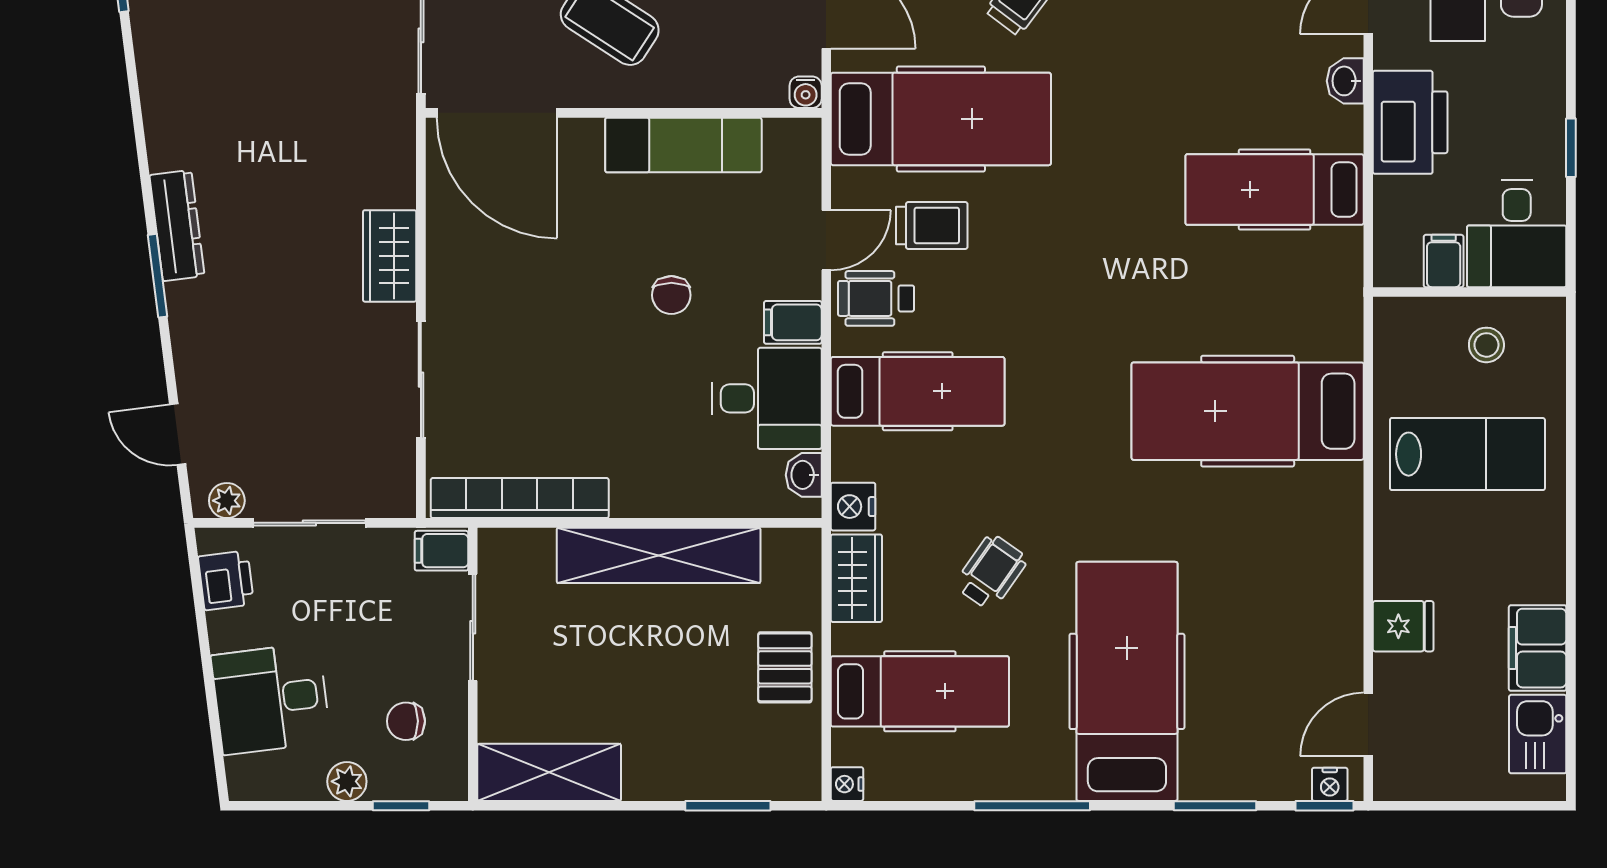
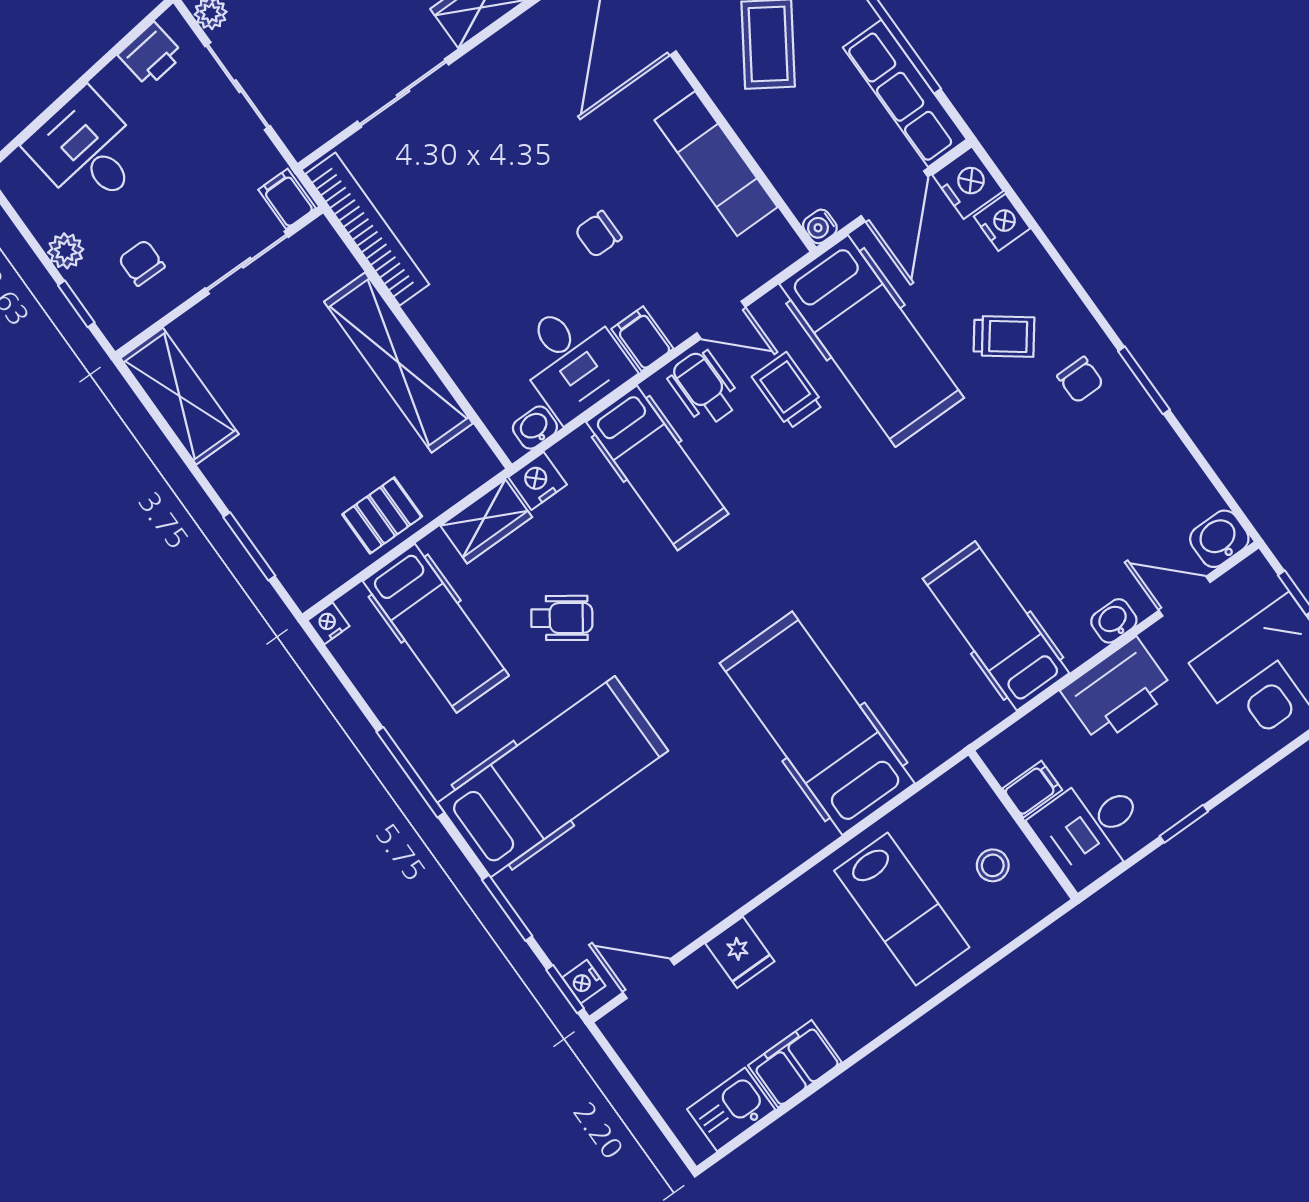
trolley: (932, 225) -> (788, 391), turned 180

